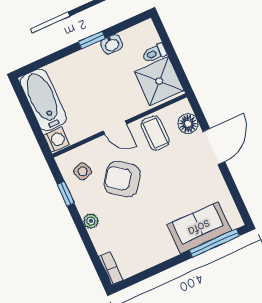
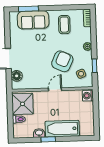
bathtub: (43, 100) -> (62, 129), moved, turned 90
door: (115, 128) -> (55, 89), hinge flipped
coffee table: (155, 133) -> (64, 25), moved
armchair: (122, 179) -> (62, 61), turned -102
window: (215, 243) -> (28, 9), width x0.69

